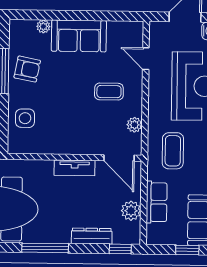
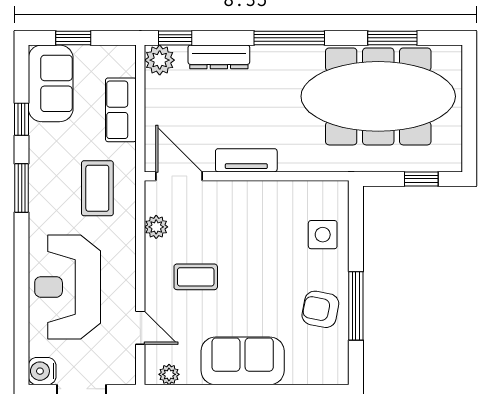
plant: (43, 26) -> (169, 374), moved
plant: (131, 211) -> (160, 60), moved

